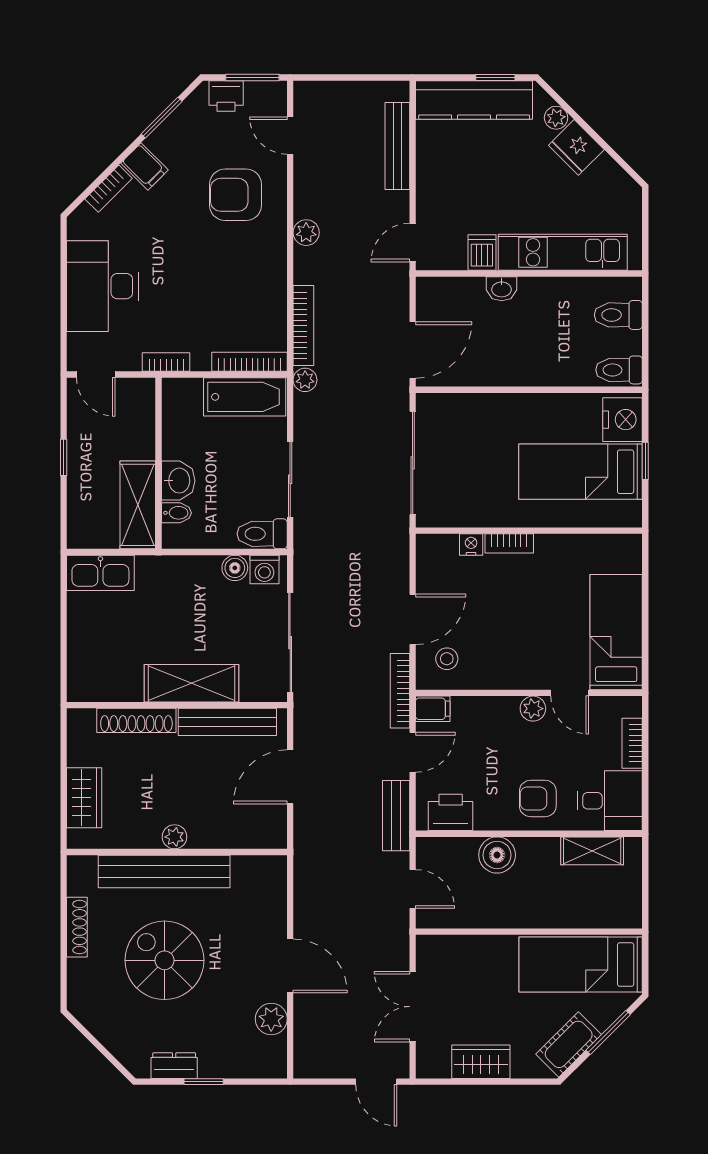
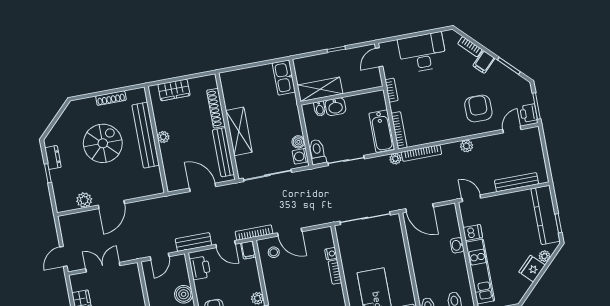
printer: (226, 96) -> (529, 113), moved

